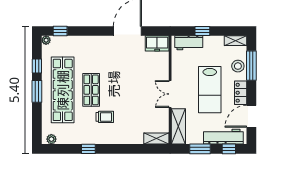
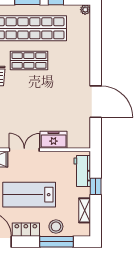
window: (60, 31) -> (96, 25), removed
shelving: (236, 41) -> (85, 210), moved
freezer: (157, 43) -> (54, 140), moved, turned 90

